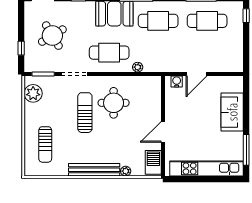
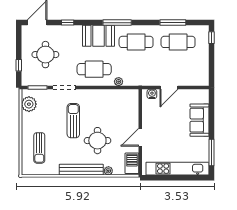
round table: (52, 36) -> (45, 55), turned 31
round table: (114, 103) -> (97, 141), moved

